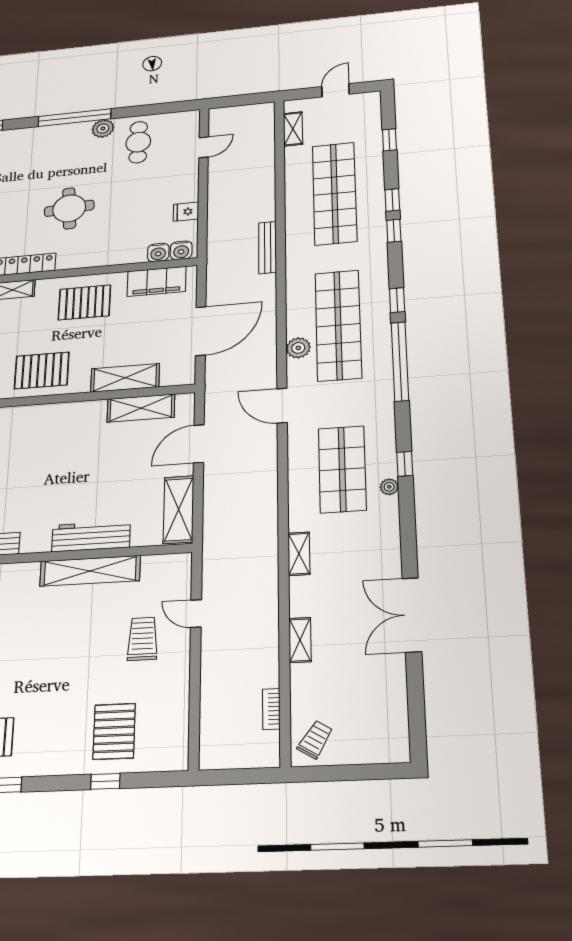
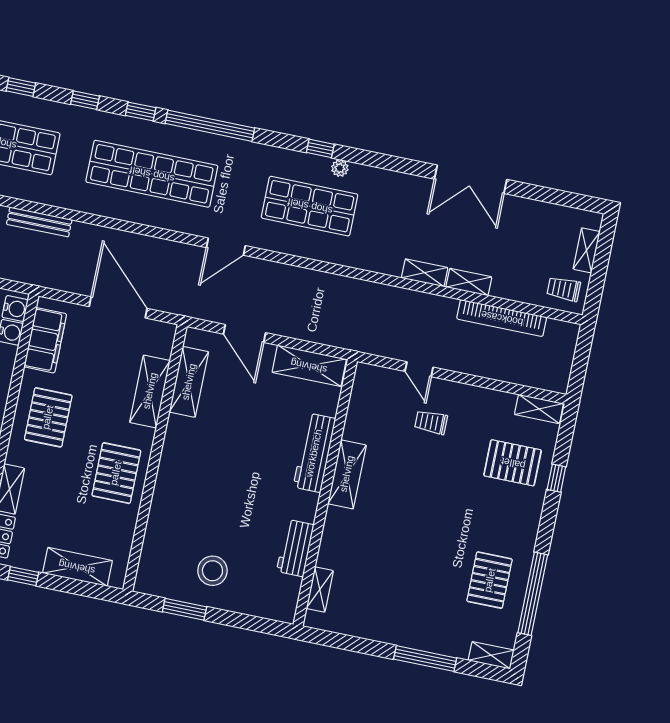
window: (394, 231) -> (85, 100), moved
plant: (298, 348) -> (166, 217), removed
shelving: (299, 554) -> (425, 273), moved
shelving: (90, 571) -> (347, 474), width x0.68
door: (196, 614) -> (419, 369), hinge flipped
trolley: (143, 639) -> (431, 422), width x0.73, depth x0.72
bookcase: (271, 709) -> (502, 318), width x2.31, depth x1.31
trolley: (315, 740) -> (564, 289), turned -32
shelving: (177, 745) -> (539, 409), added
shelving: (364, 754) -> (587, 250), added

